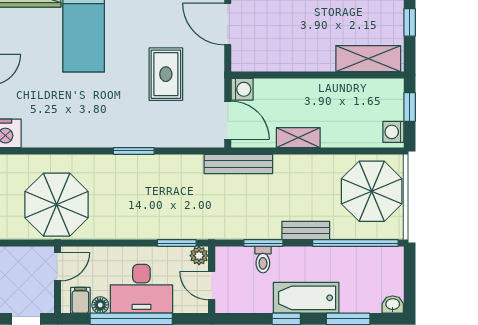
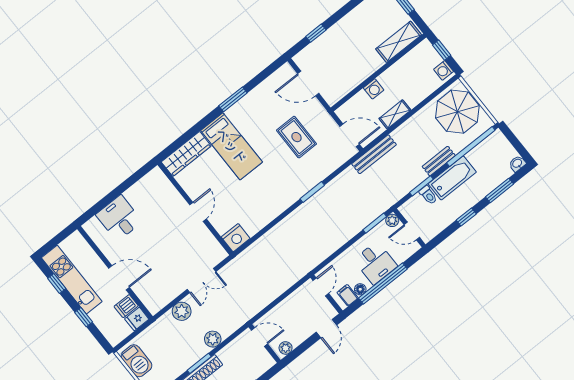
washing machine: (242, 89) -> (374, 89), moved, turned 90
parasol: (57, 205) -> (294, 254), removed
desk: (141, 289) -> (375, 263), width x0.73
bathtub: (306, 298) -> (452, 178), moved, turned 180

